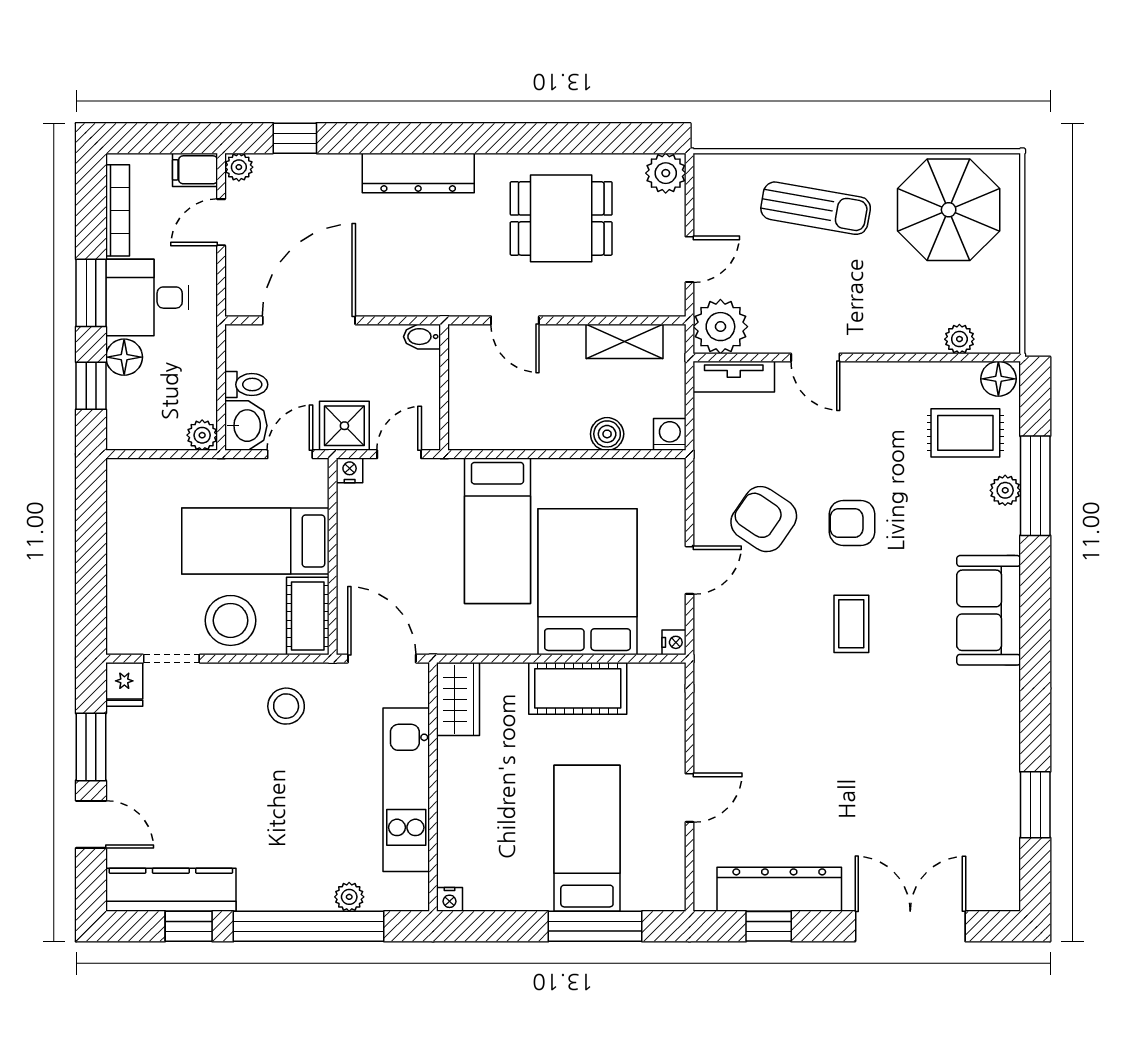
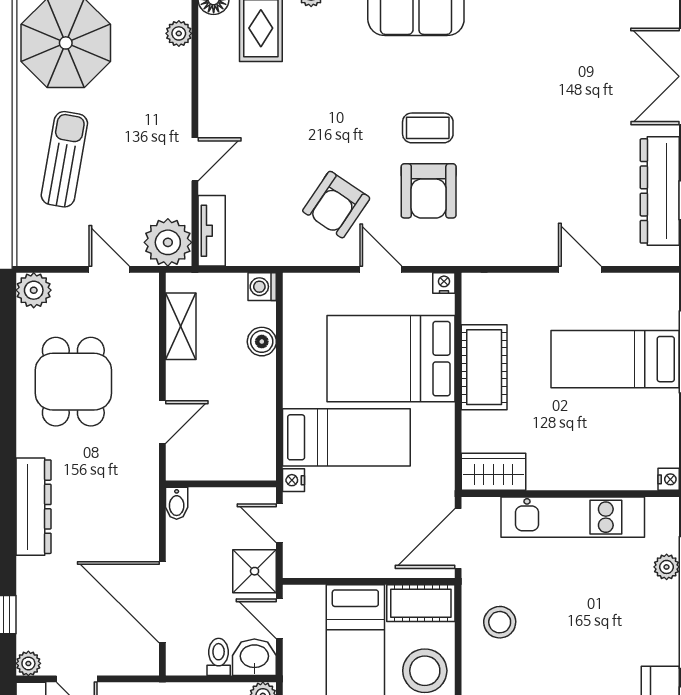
nightstand: (350, 470) -> (294, 480), moved
armchair: (852, 523) -> (429, 191), moved, width x1.38, depth x1.38

